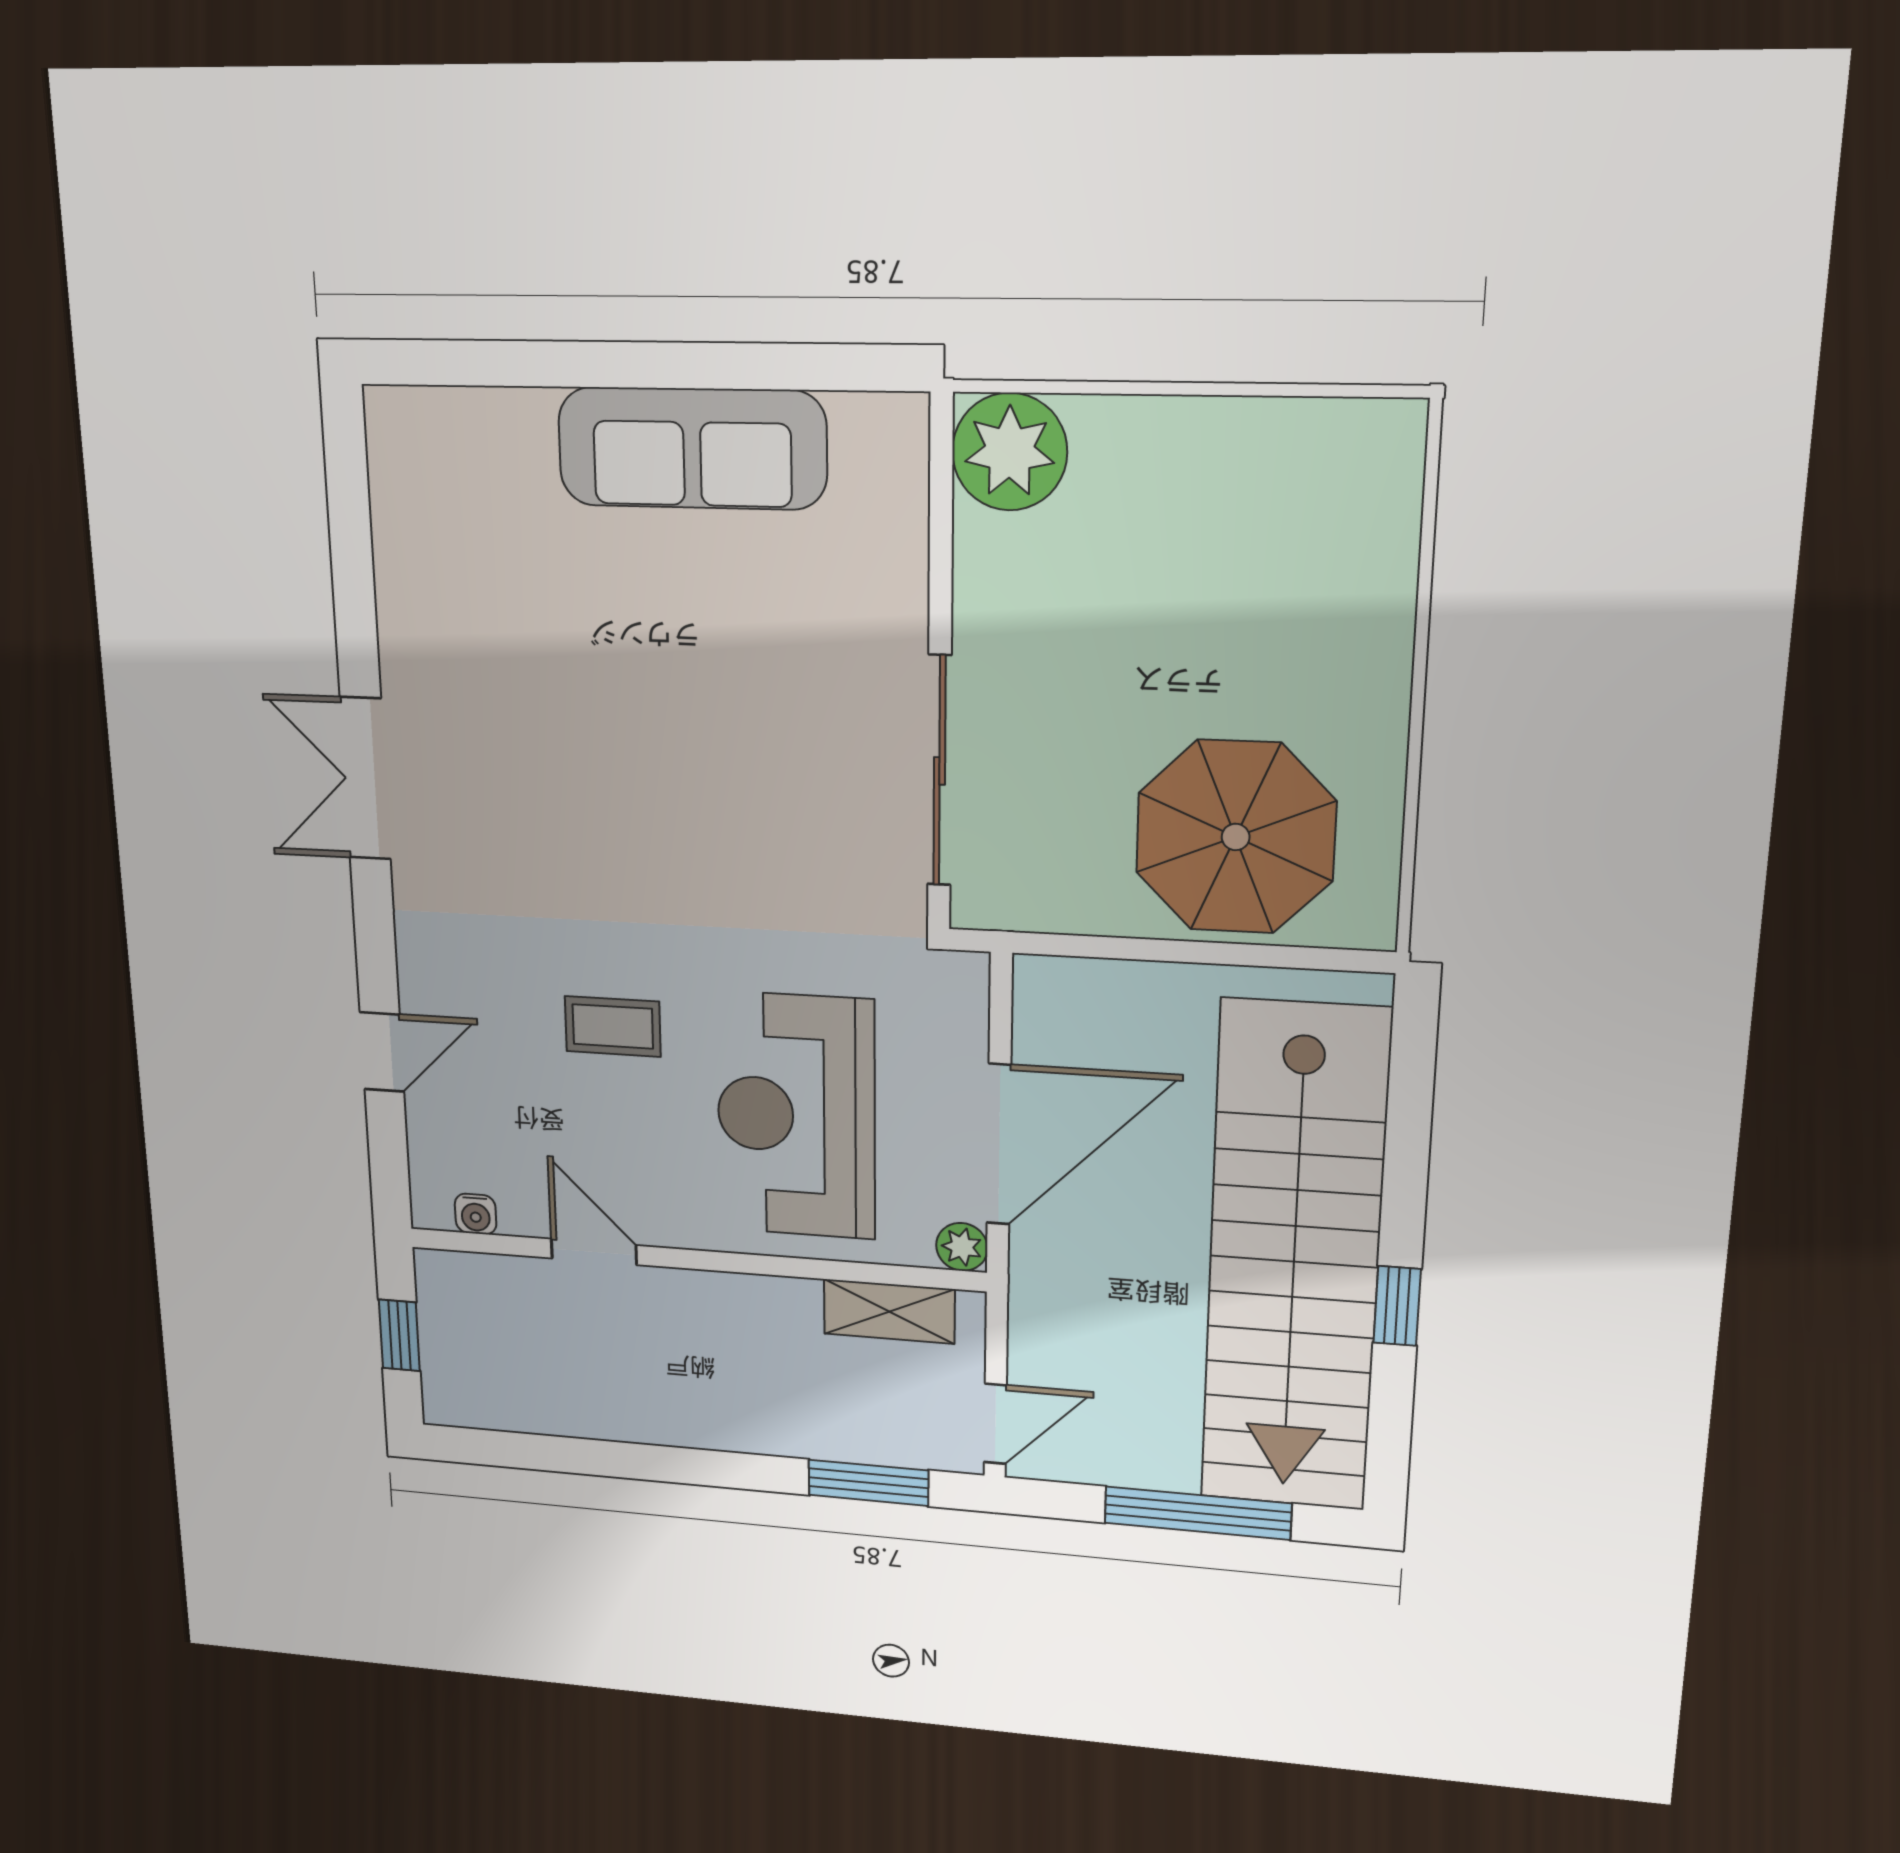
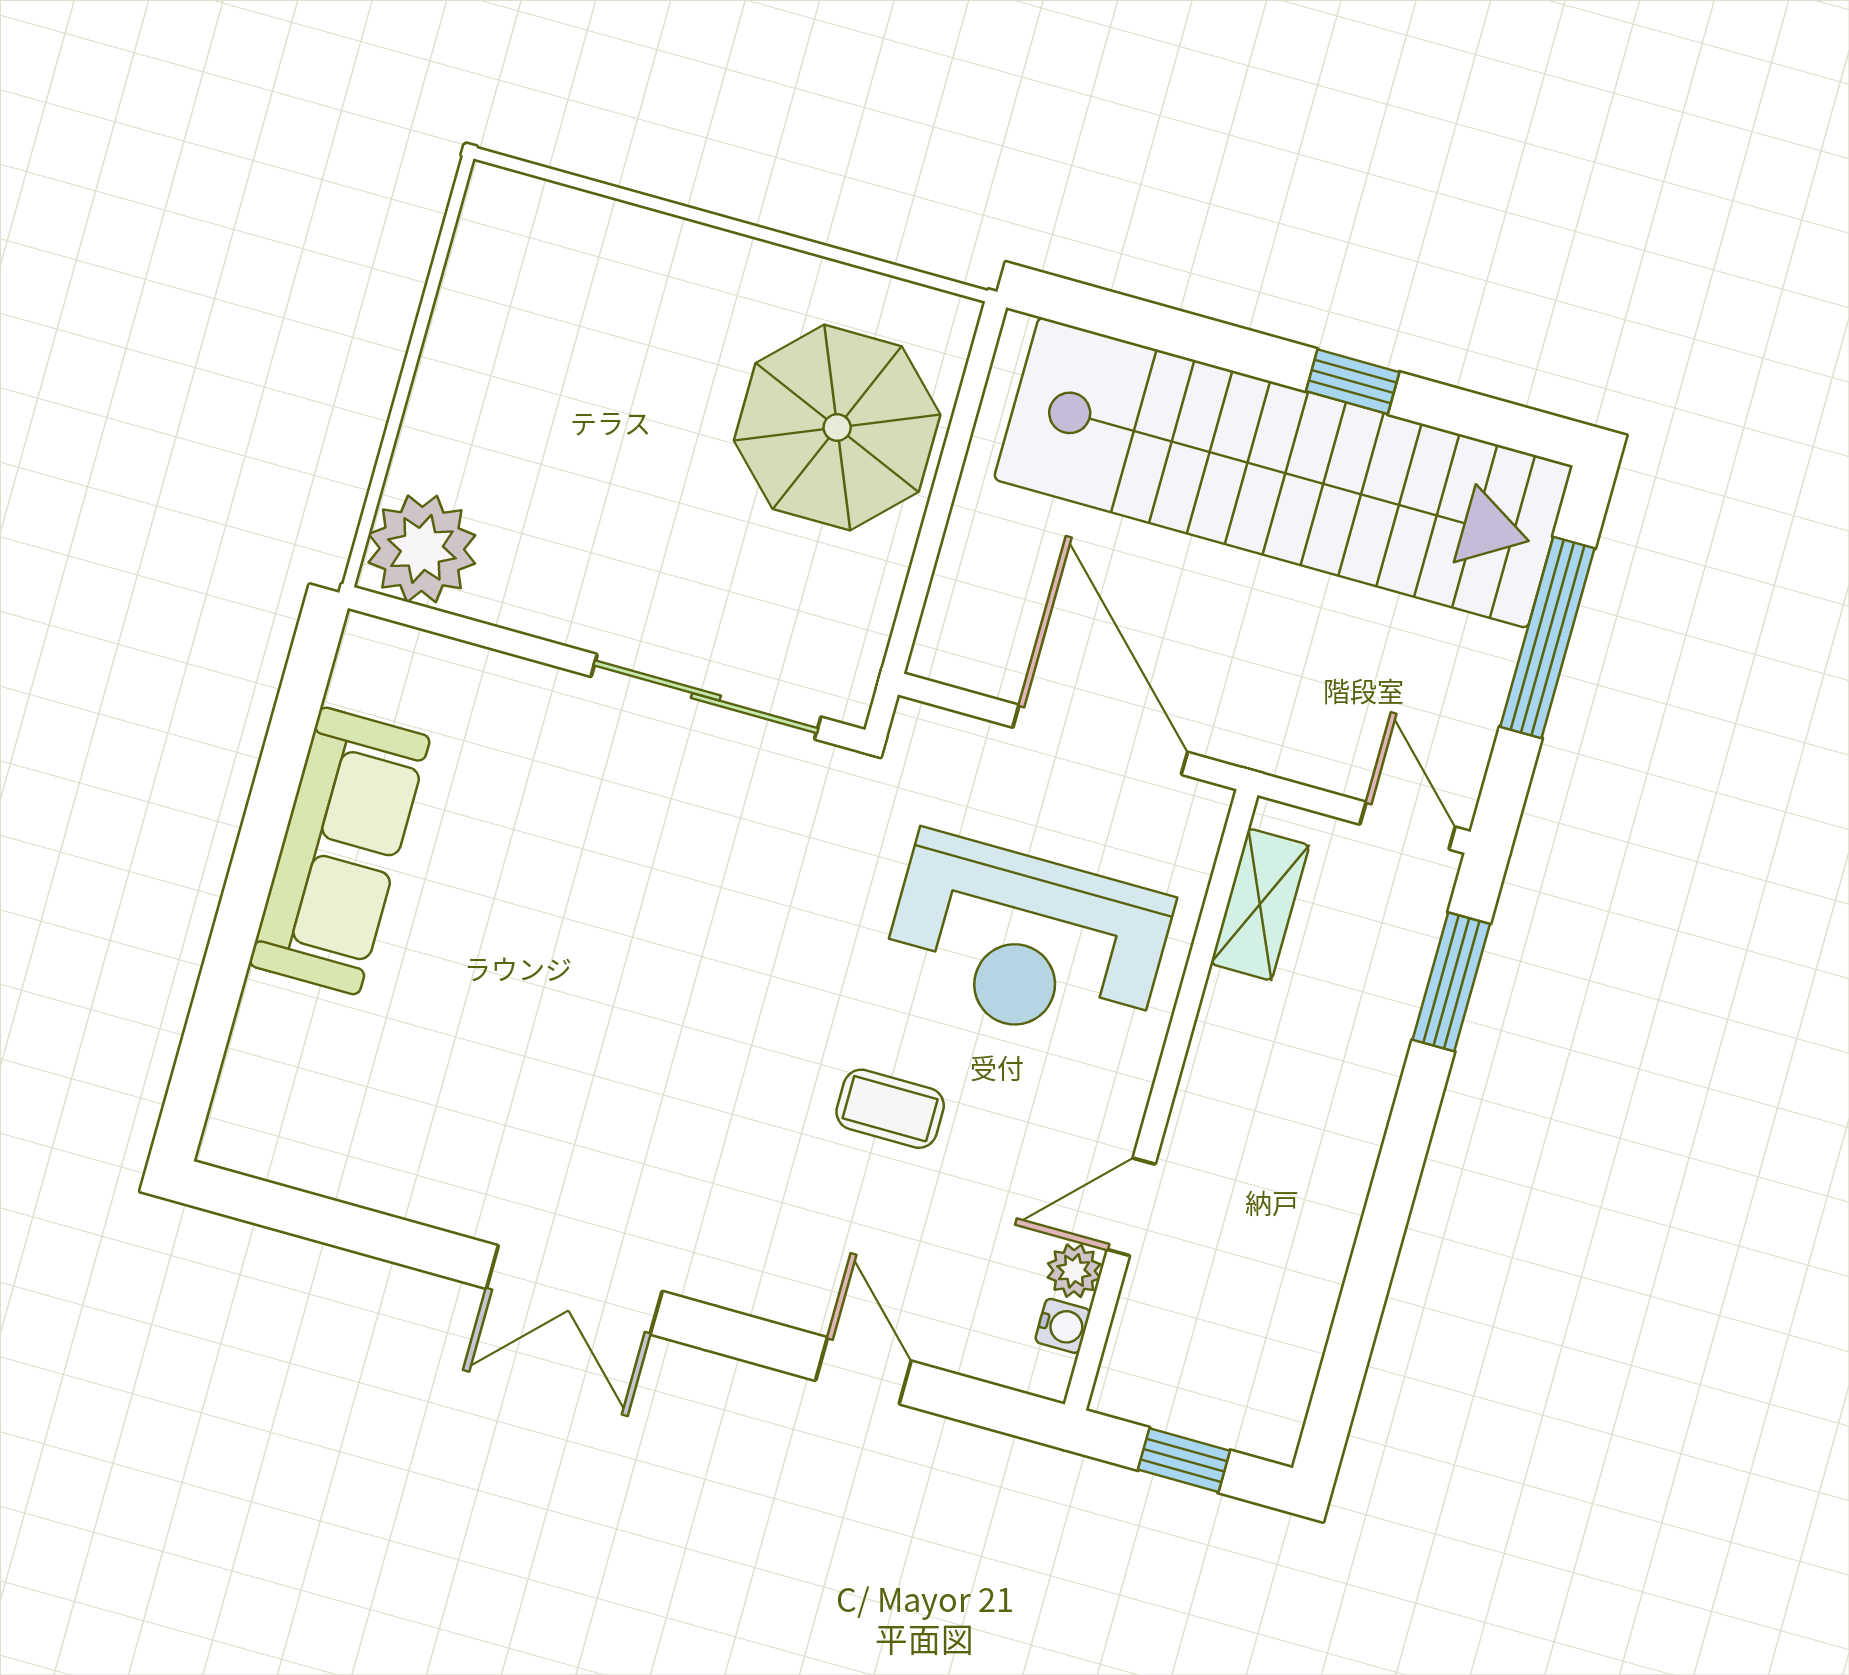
coffee table: (613, 1026) -> (890, 1109), turned 90
plant: (962, 1247) -> (1074, 1271), moved

